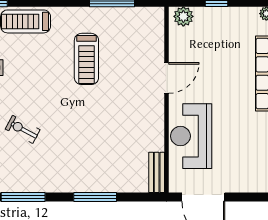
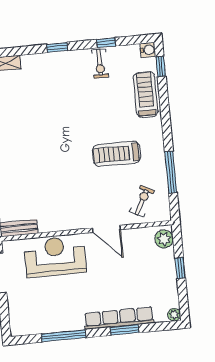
exercise bike: (23, 129) -> (142, 201), moved

